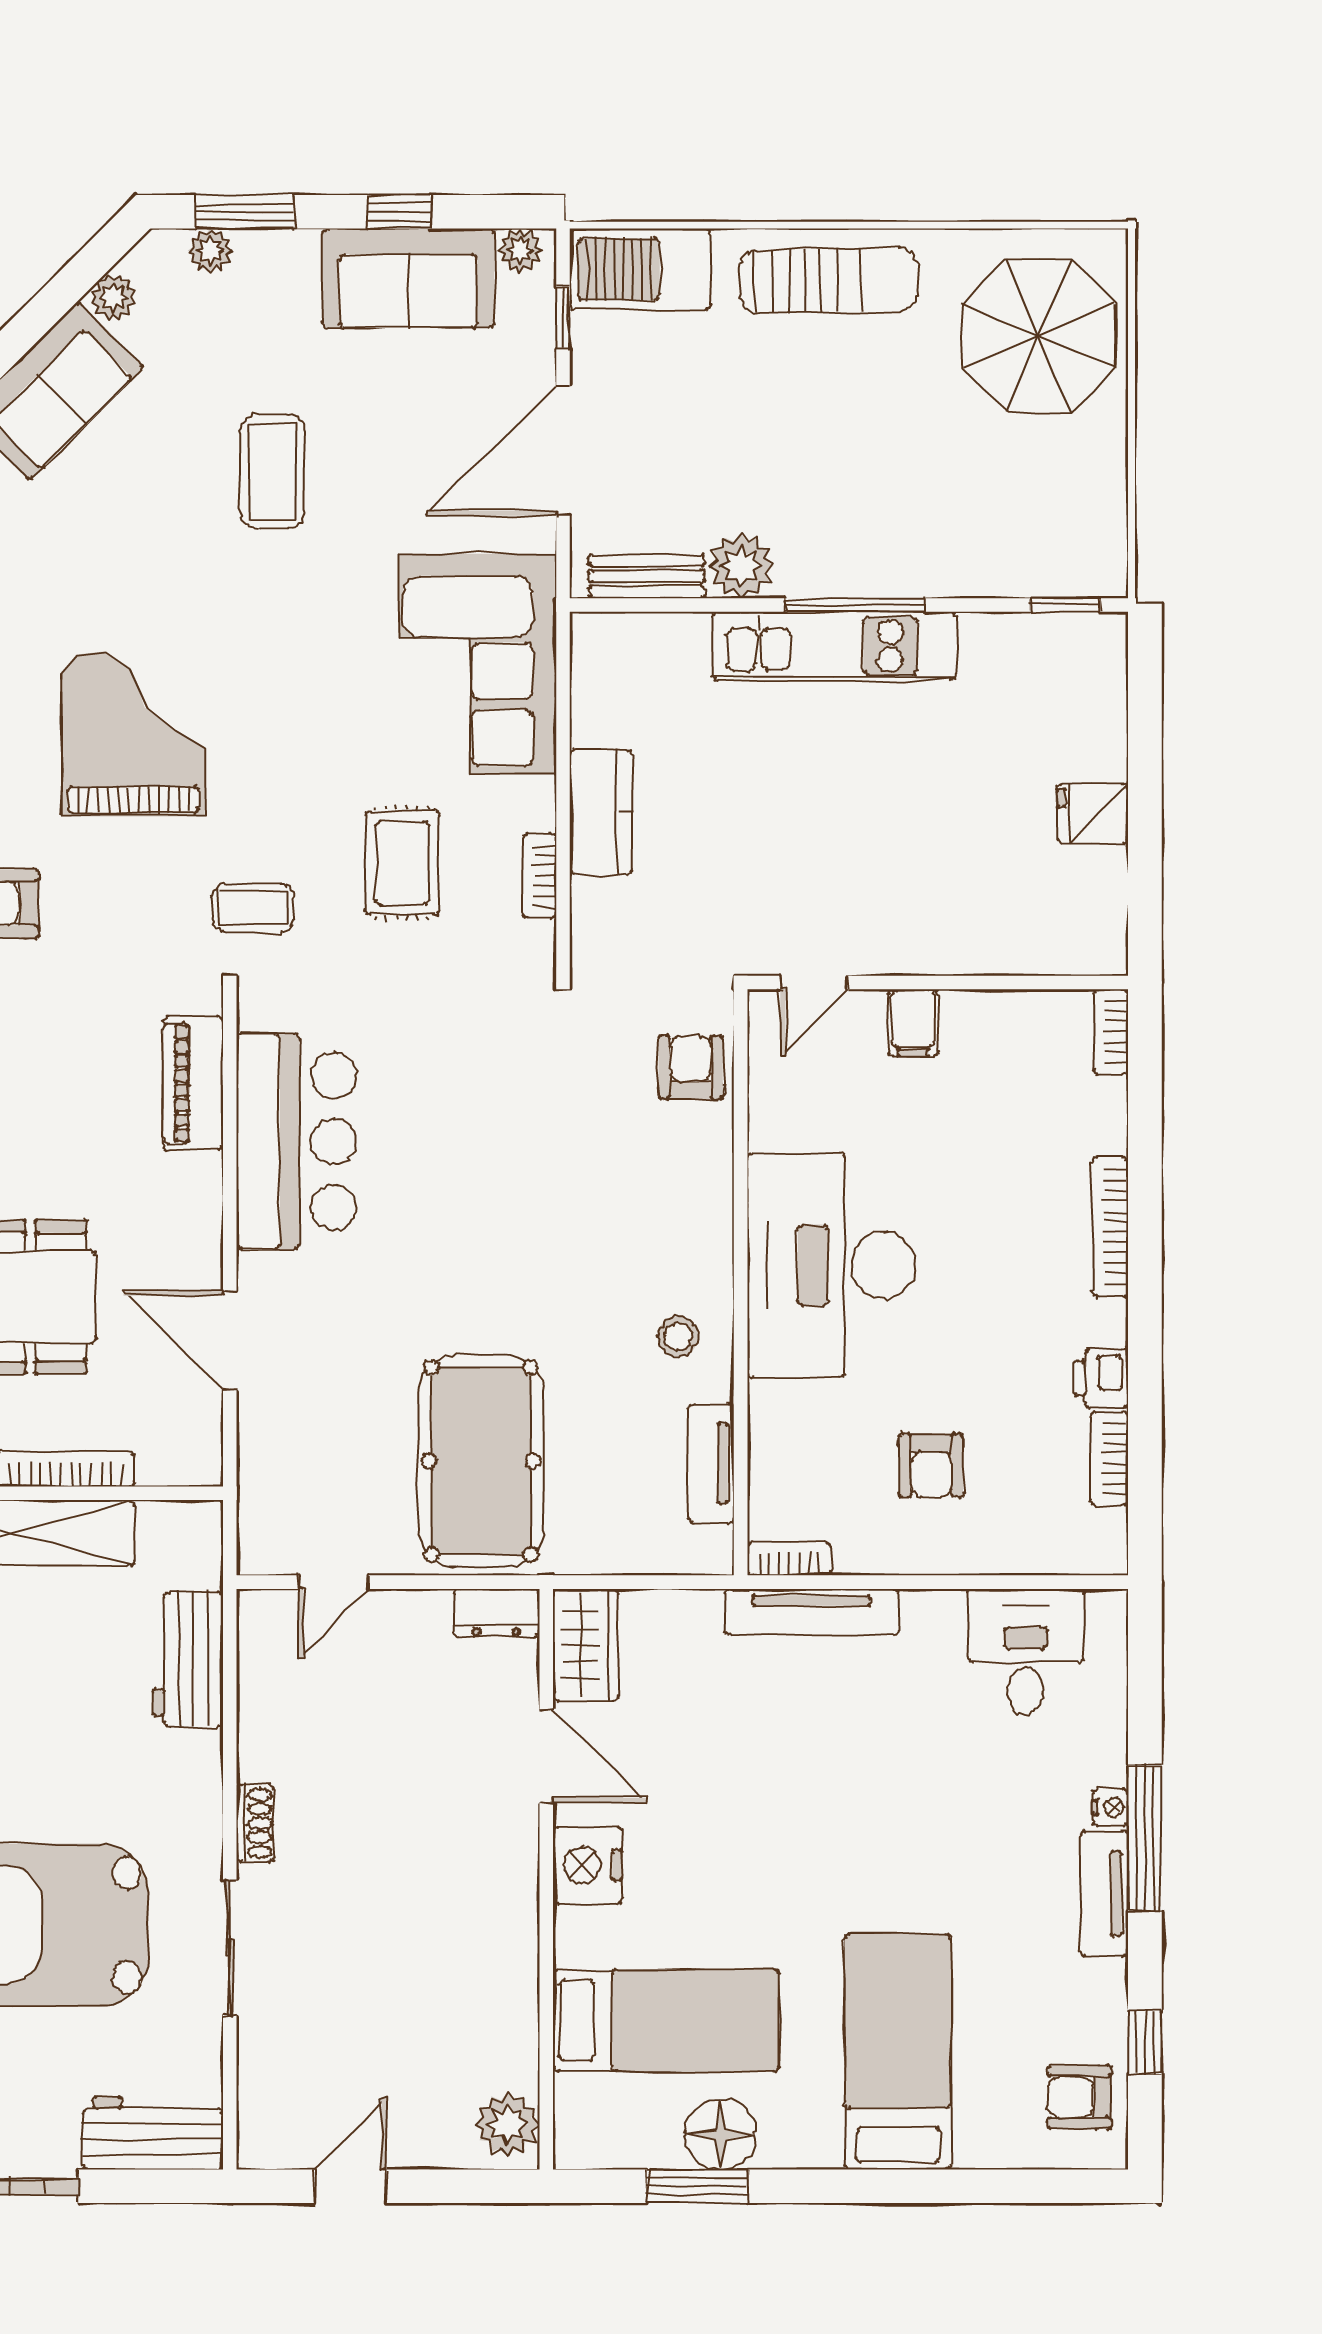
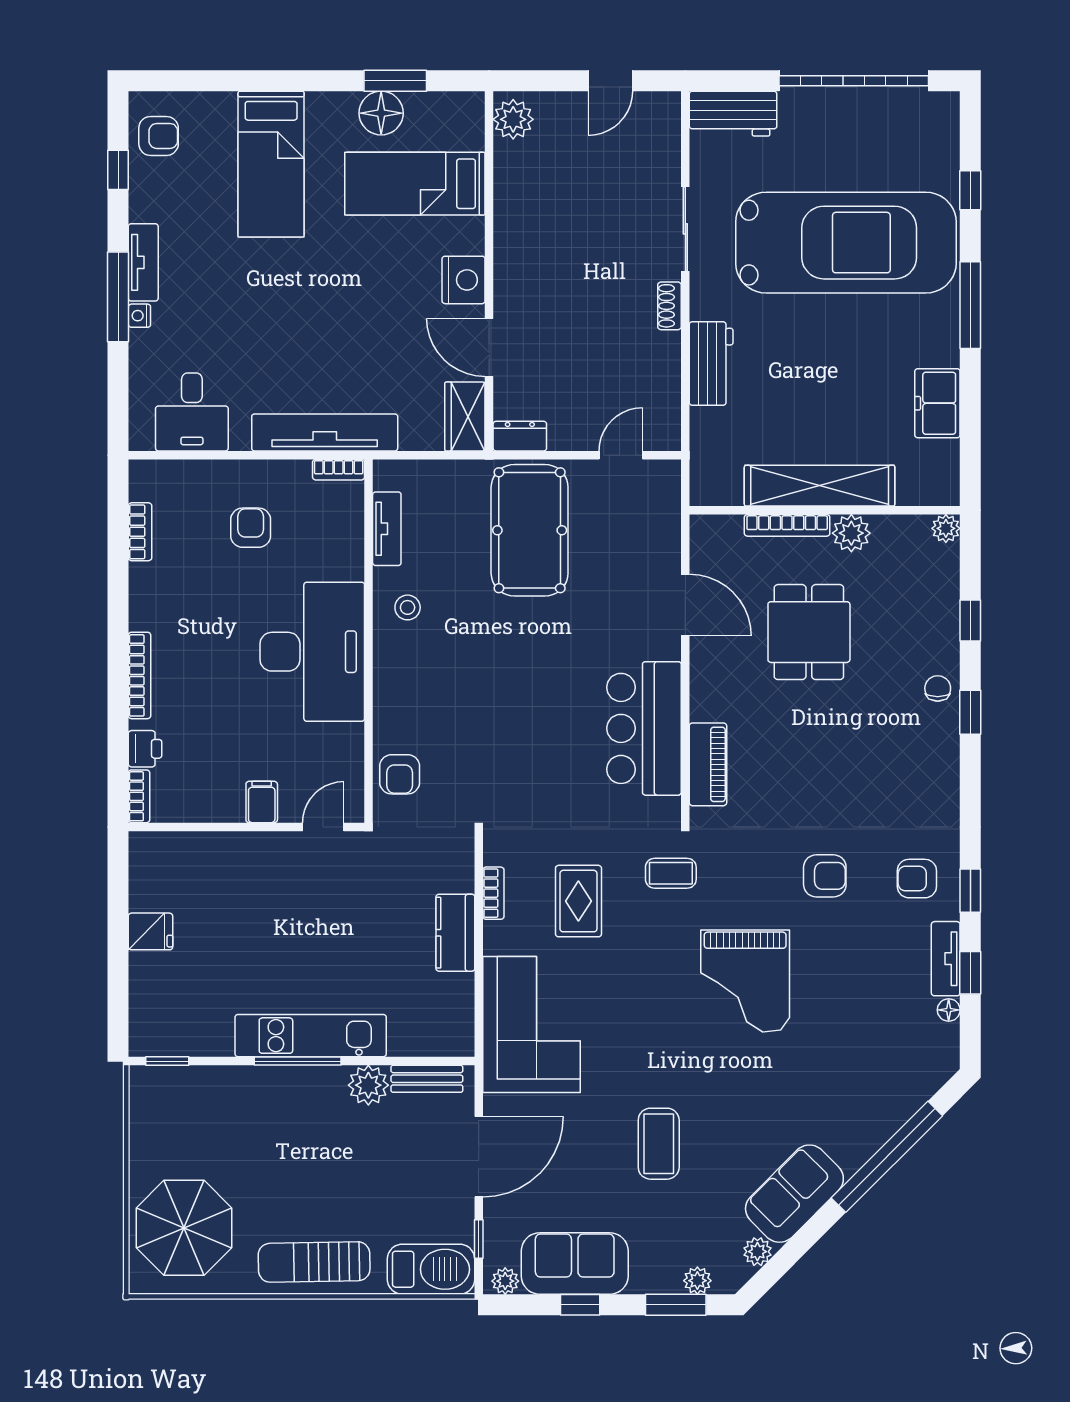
printer: (1101, 1378) -> (145, 749), moved
tv unit: (811, 1612) -> (325, 432), width x1.36, depth x1.29
workbench: (188, 1659) -> (711, 363), moved

